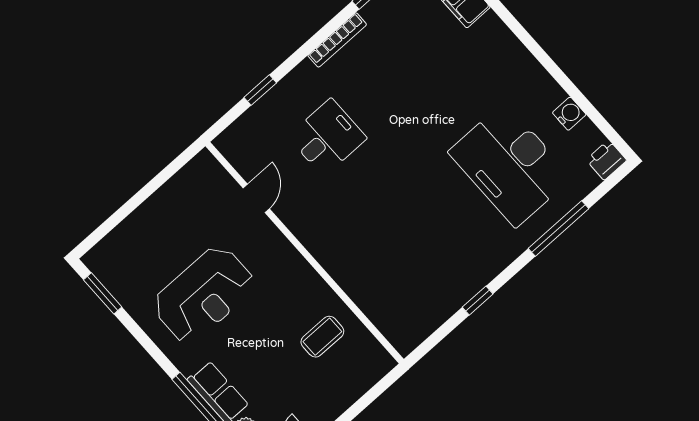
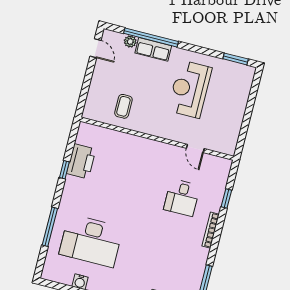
bookcase: (337, 40) -> (211, 230), moved
printer: (606, 160) -> (81, 161), moved, width x1.87, depth x1.48
desk: (510, 165) -> (91, 241), turned 180

